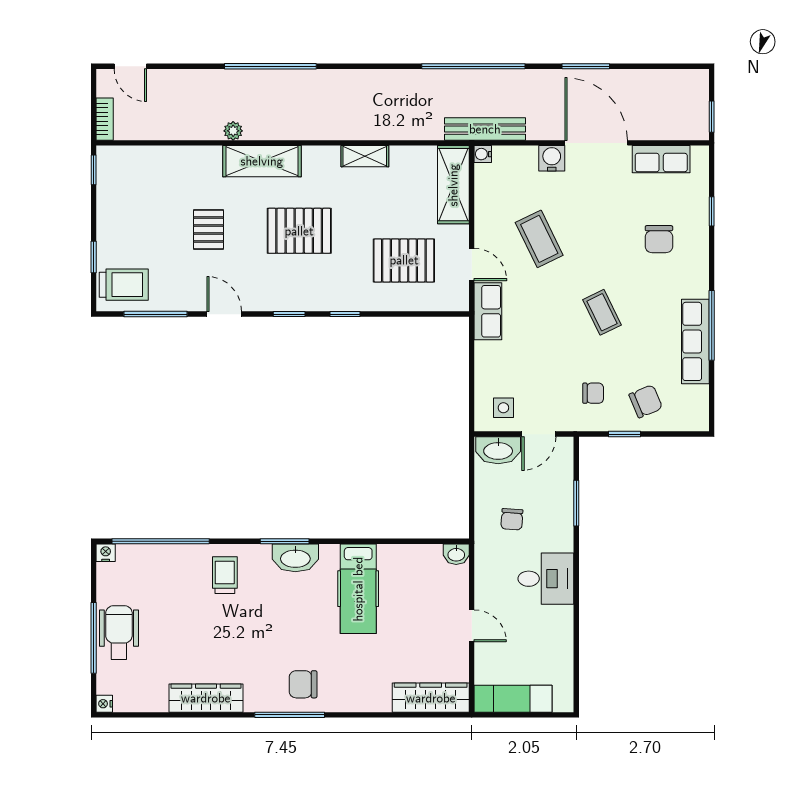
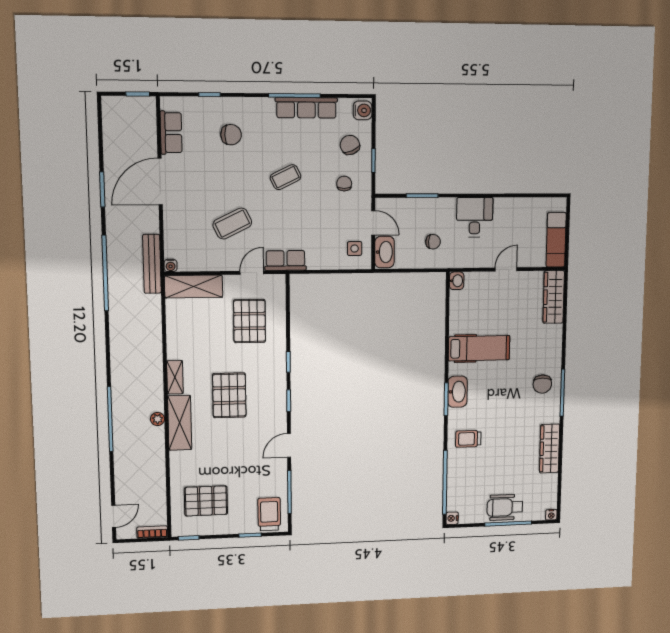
plant: (233, 131) -> (158, 419), moved
shelving: (365, 156) -> (175, 377), moved
water cooler: (552, 158) -> (363, 110), moved, turned 180
pallet: (209, 230) -> (206, 501), moved, width x1.50, depth x1.42

